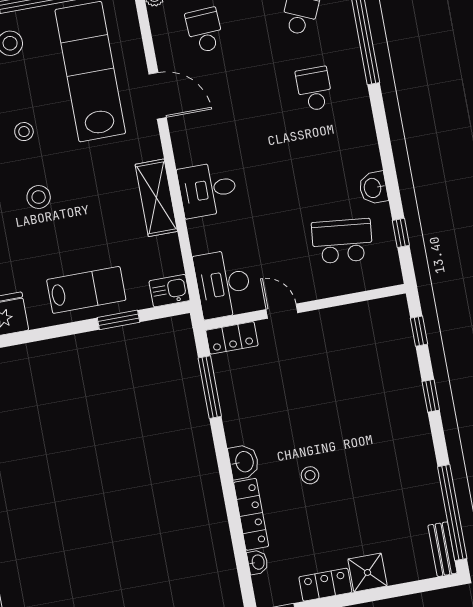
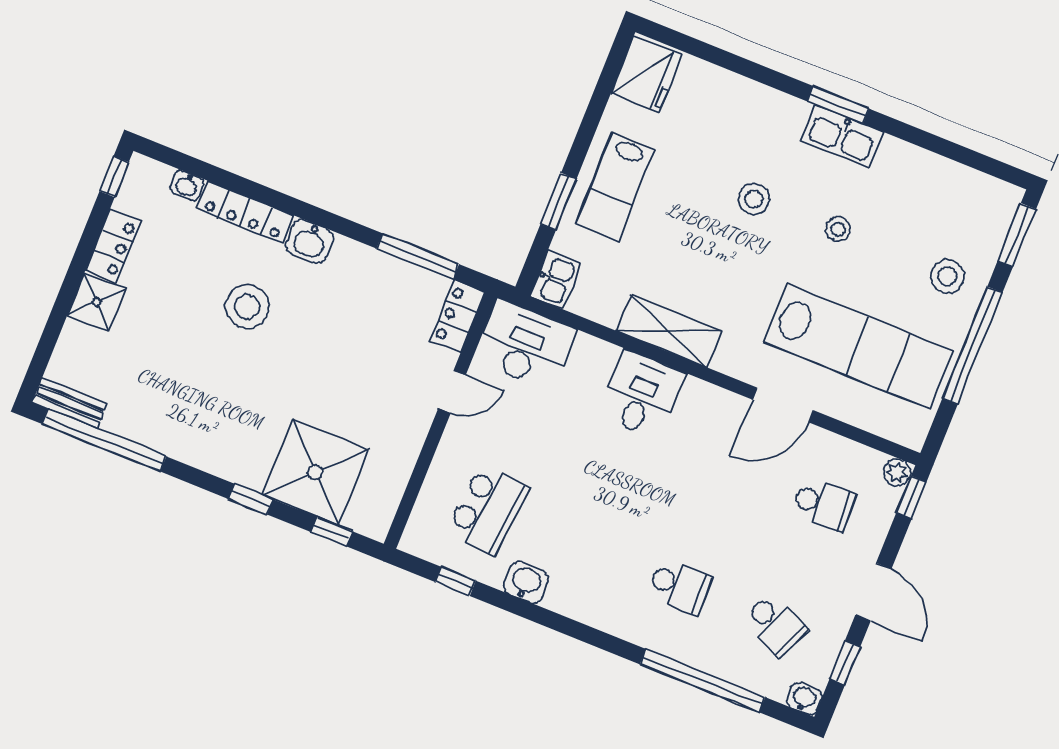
shower: (388, 366) -> (315, 472), added
stool: (310, 475) -> (247, 307), width x1.89, depth x1.89

